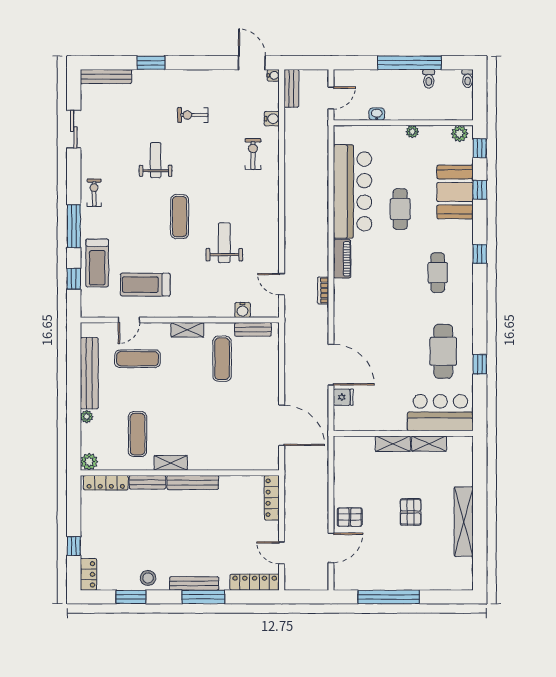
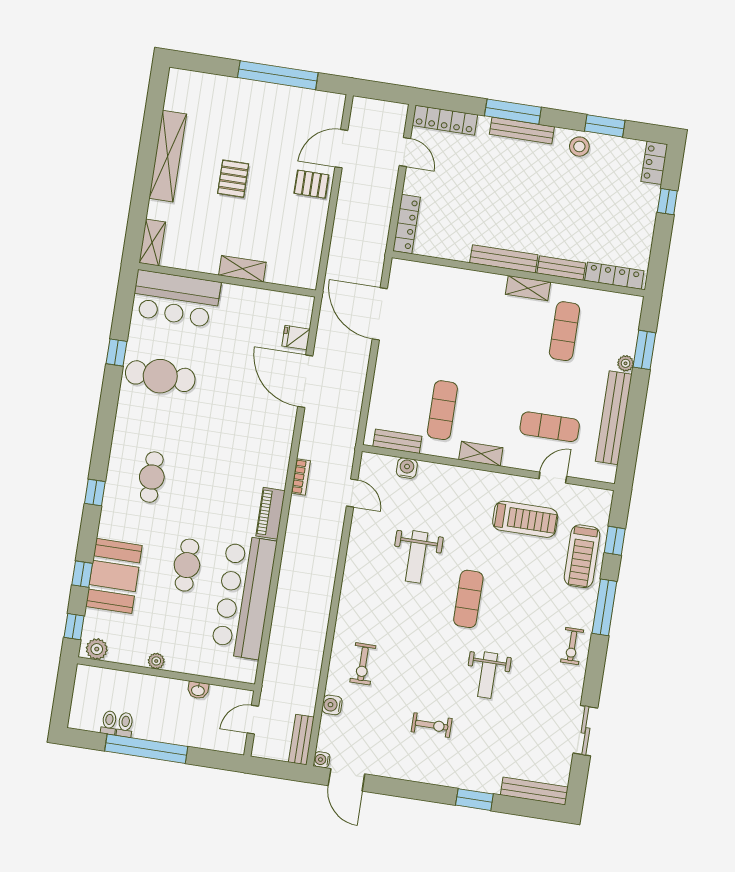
toilet: (468, 78) -> (109, 723), moved
treadmill: (97, 263) -> (582, 556), turned 180
cafe table: (443, 351) -> (160, 376), turned 90
window: (74, 429) -> (644, 350), added
shelving: (429, 444) -> (152, 242), moved, turned 90
plant: (89, 462) -> (631, 306), removed

